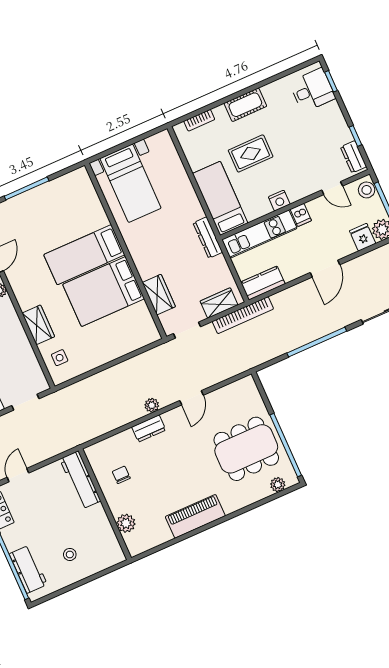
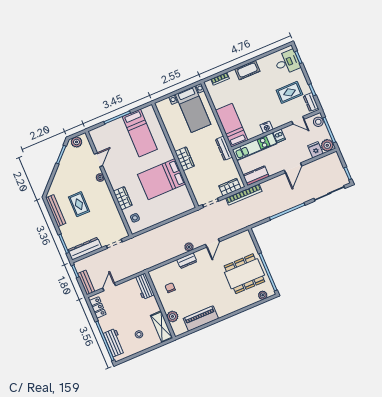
rug: (251, 153) -> (289, 92), moved
bed with nightstands: (131, 183) -> (193, 109), moved
bed: (84, 255) -> (140, 133), moved, turned -90
wardrobe: (159, 295) -> (185, 159), moved
workbench: (80, 480) -> (144, 286), width x0.73
piano: (195, 516) -> (201, 318), moved
shelving: (108, 541) -> (162, 327), added

